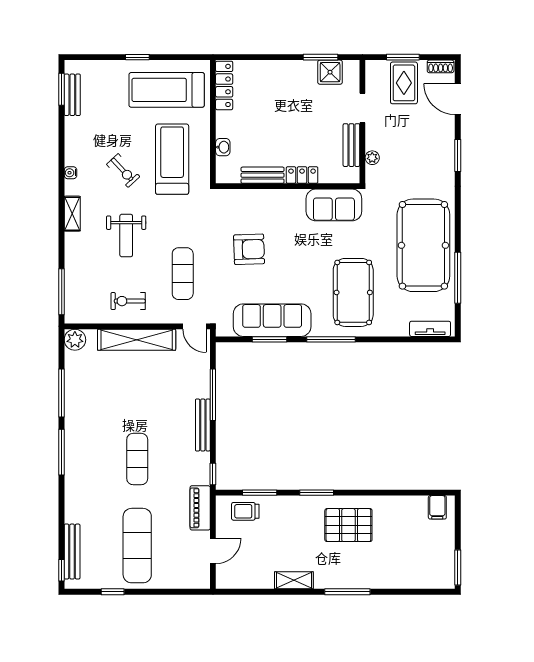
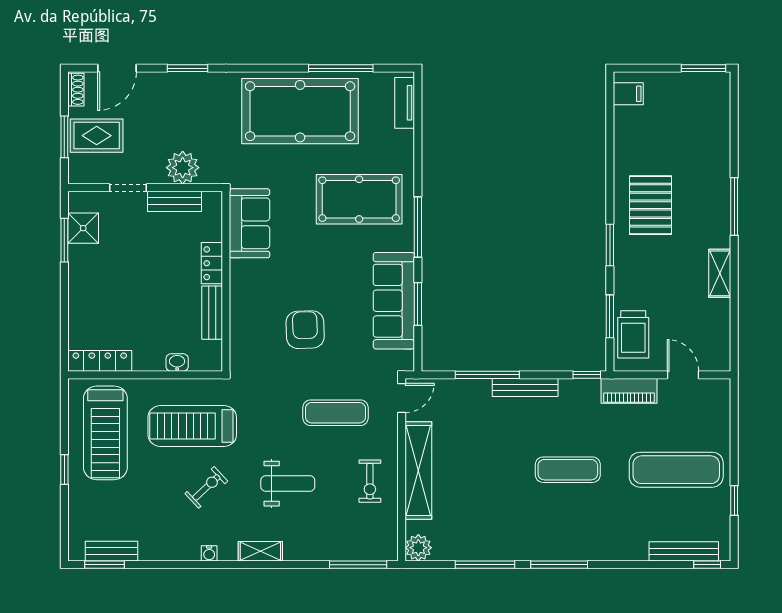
plant: (372, 158) -> (183, 168), width x1.87, depth x1.87
trolley: (245, 511) -> (633, 334), width x1.36, depth x1.39

